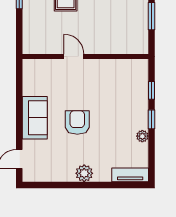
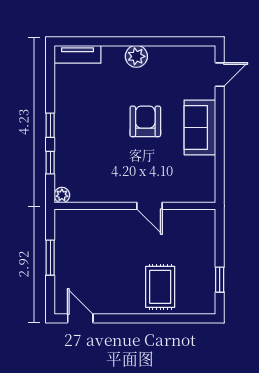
armchair: (77, 123) -> (145, 121), turned 180
plant: (142, 136) -> (62, 195), moved

